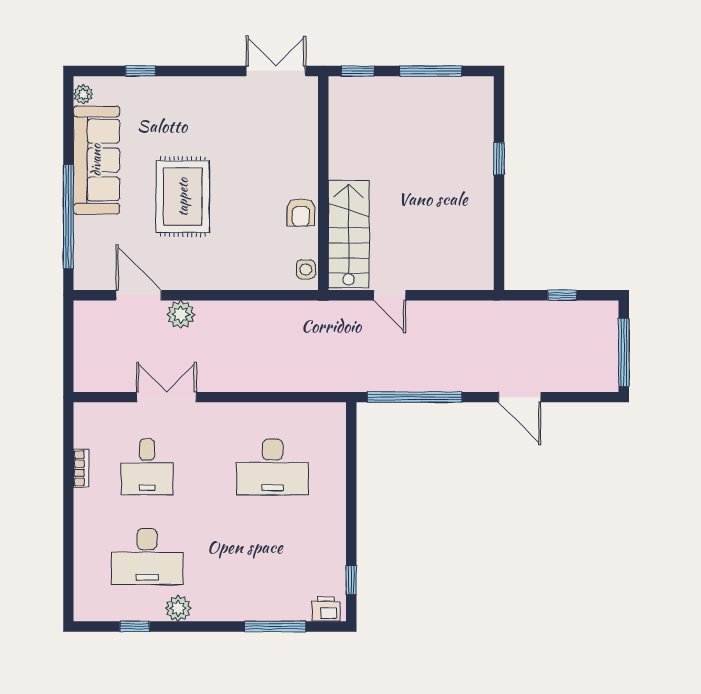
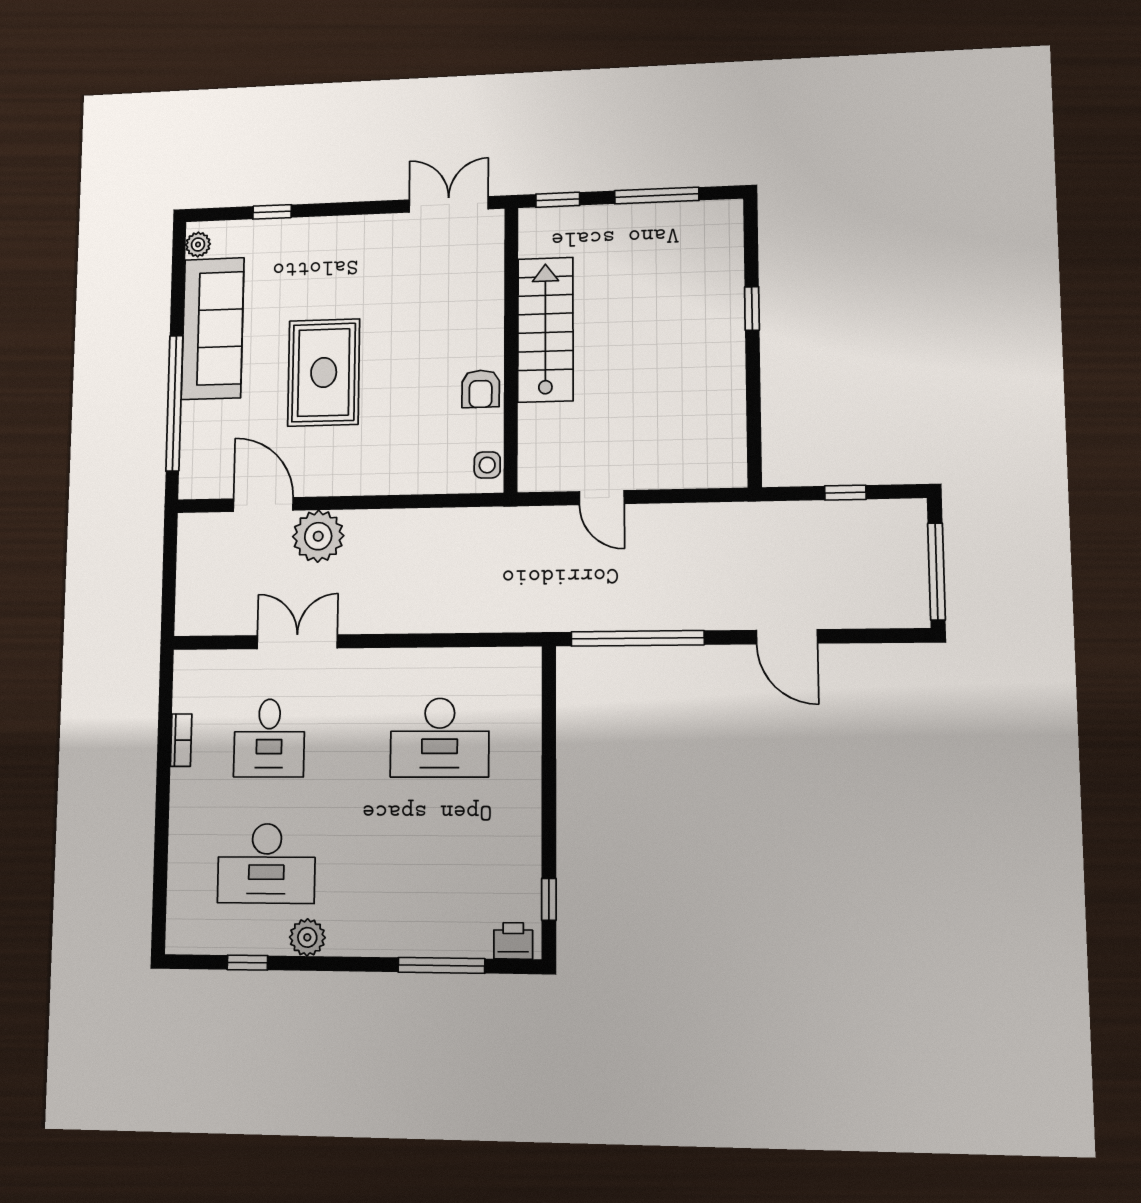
stairs: (349, 234) -> (545, 330), moved
plant: (181, 314) -> (318, 536), width x1.36, depth x1.36

